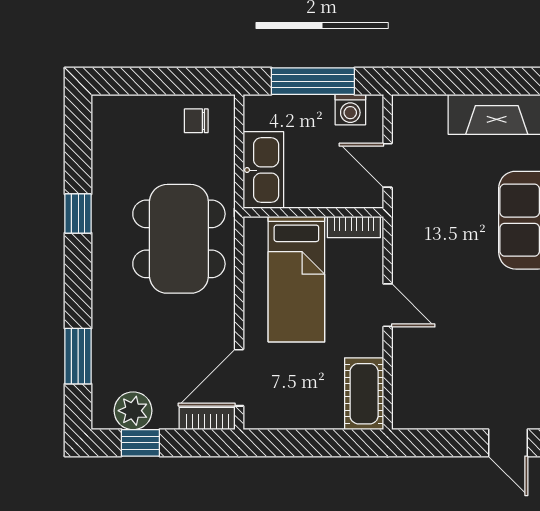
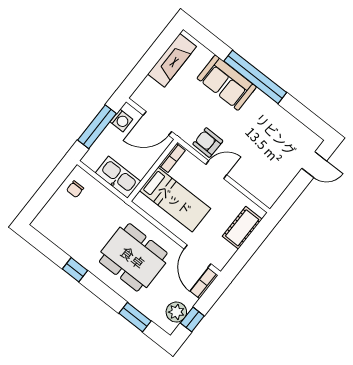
door: (388, 165) -> (157, 123), width x1.38
dining table: (179, 239) -> (133, 257), moved
armchair: (418, 262) -> (208, 143), added
cot: (364, 394) -> (242, 228), moved, turned 90

